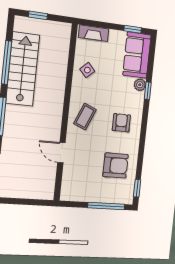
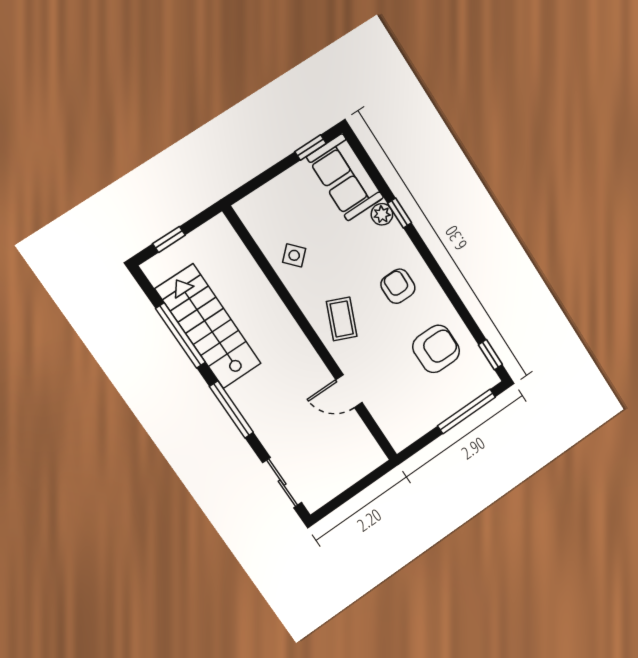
fireplace: (94, 33) -> (262, 199), removed

